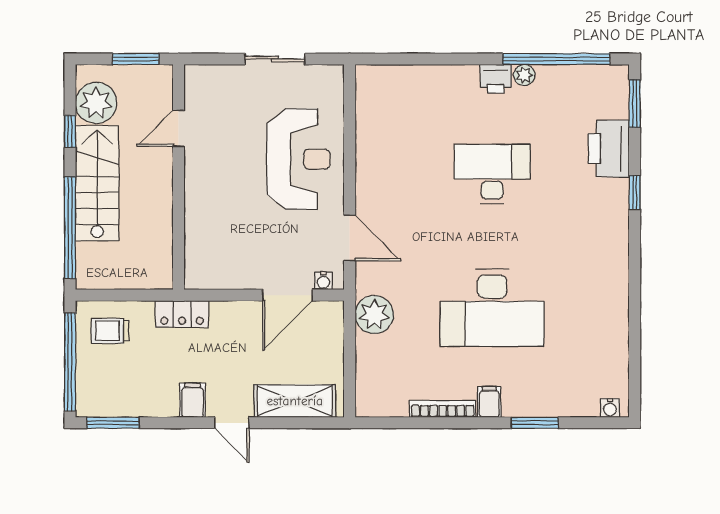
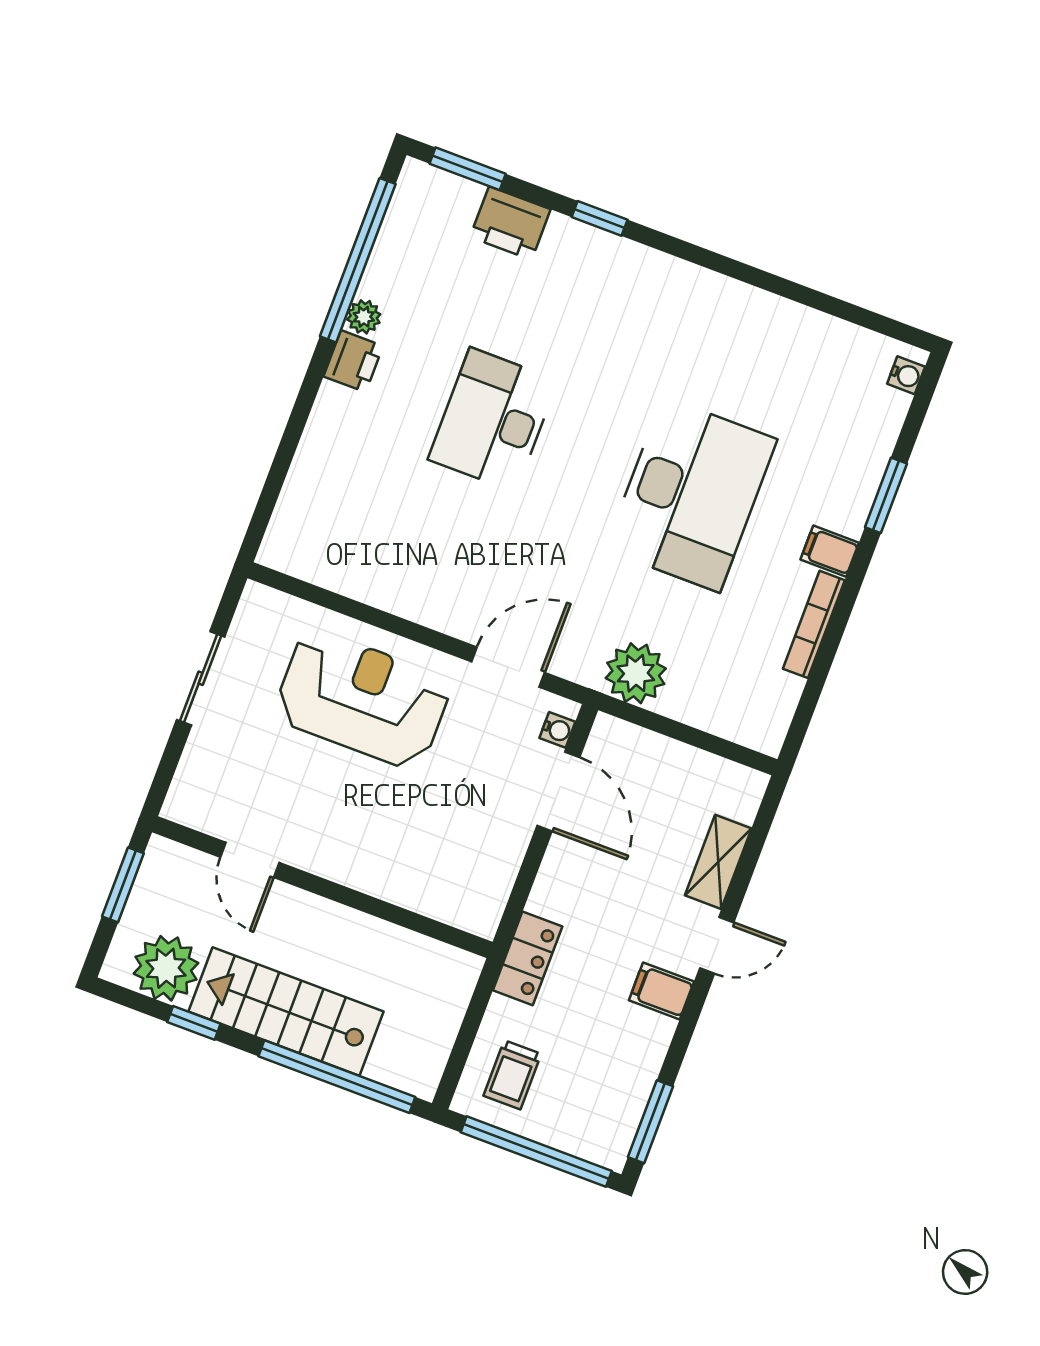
printer: (609, 149) -> (510, 223), width x0.73, depth x0.84
shelving: (295, 401) -> (718, 862), width x0.67, depth x0.75

